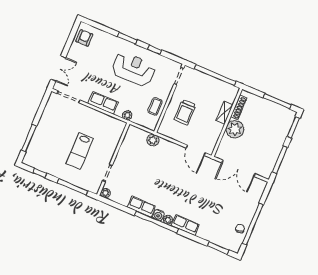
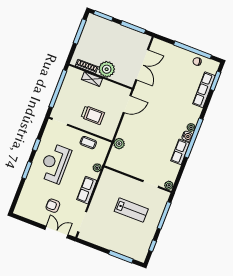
armchair: (84, 38) -> (53, 206), moved
row of seats: (185, 225) -> (204, 90), moved, width x1.48

